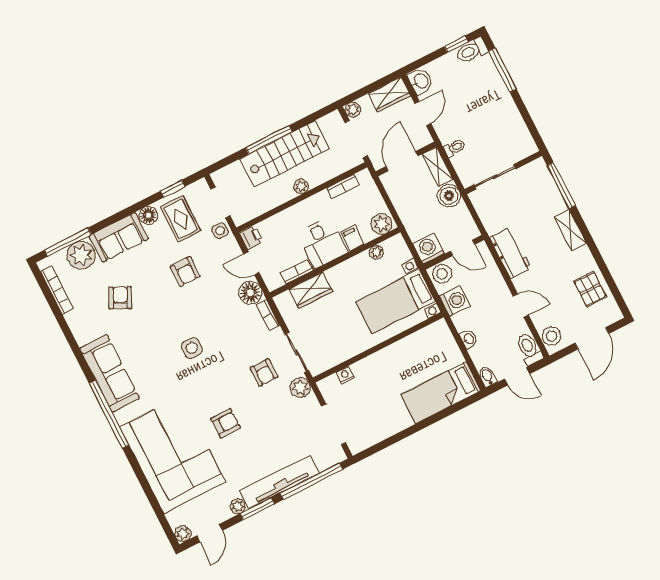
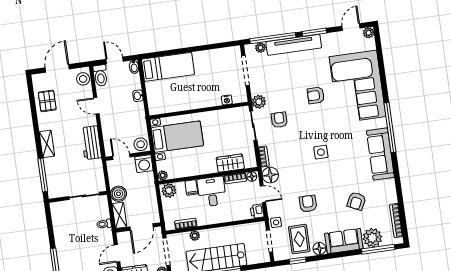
plant: (301, 187) -> (195, 236), moved
plant: (376, 252) -> (163, 175), moved
floor lamp: (275, 282) -> (252, 177), added
washing machine: (455, 301) -> (138, 124), removed
plant: (238, 506) -> (260, 48), moved

